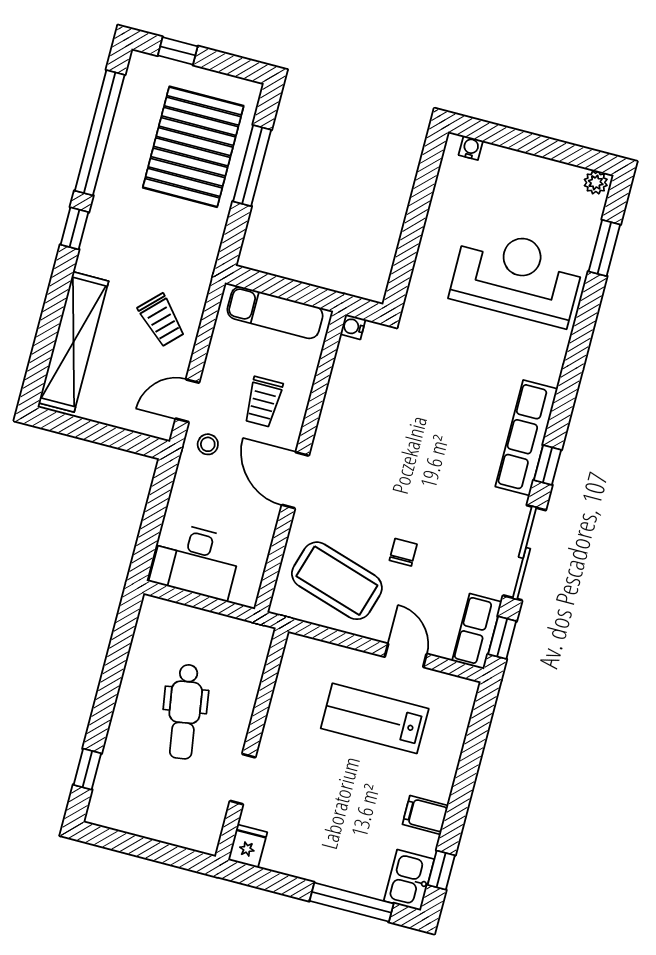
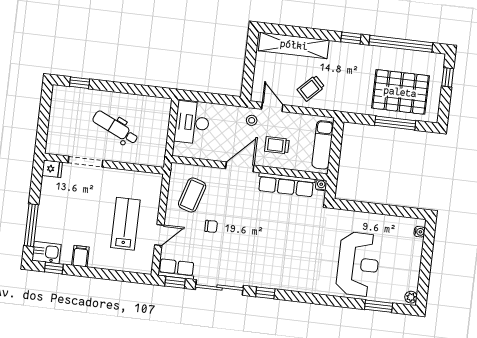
row of seats: (527, 438) -> (286, 185), moved, turned 180
coffee table: (337, 581) -> (192, 195), width x0.73, depth x0.76
dental chair: (185, 712) -> (115, 128), turned 34
doorway: (243, 779) -> (85, 162), width x1.38

